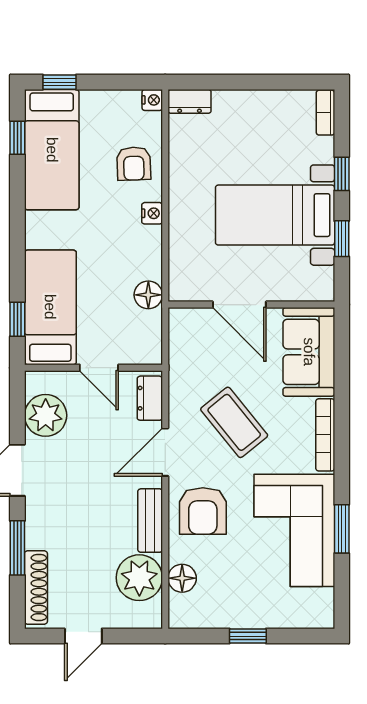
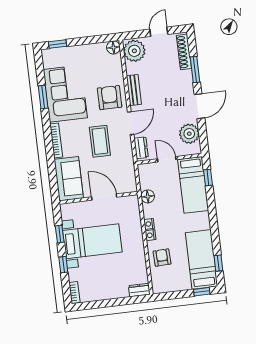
nightstand: (152, 100) -> (149, 224), moved
coffee table: (234, 422) -> (100, 141), turned 39
plant: (139, 578) -> (134, 51), moved
floor lamp: (182, 578) -> (113, 47), moved
window: (248, 636) -> (58, 44), moved

